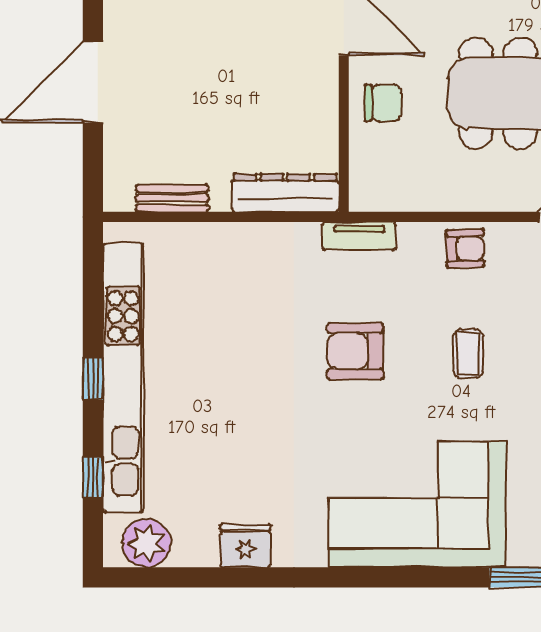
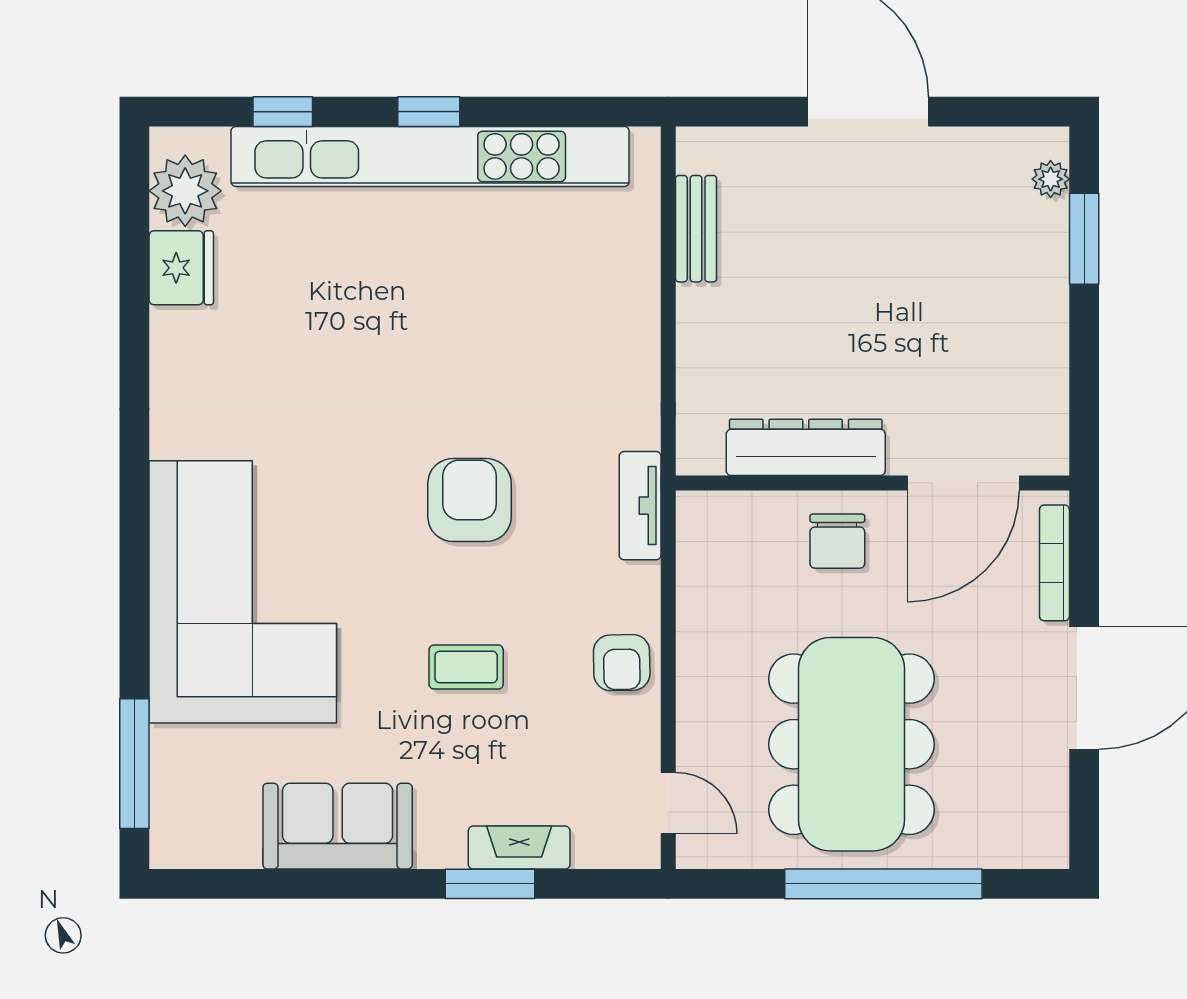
dresser: (285, 193) -> (806, 447), moved, turned -90
fridge: (246, 546) -> (181, 268), moved

